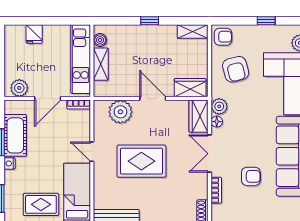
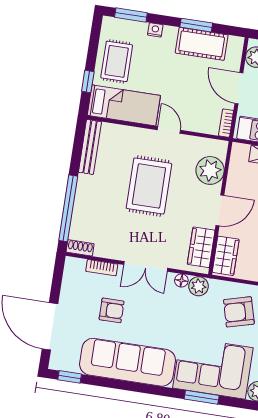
wardrobe: (198, 116) -> (201, 247), moved, turned -90
door: (92, 152) -> (169, 130), hinge flipped
double door: (209, 154) -> (146, 266), swing flipped
nightstand: (10, 163) -> (155, 30), moved
armchair: (251, 176) -> (112, 310), turned -90

